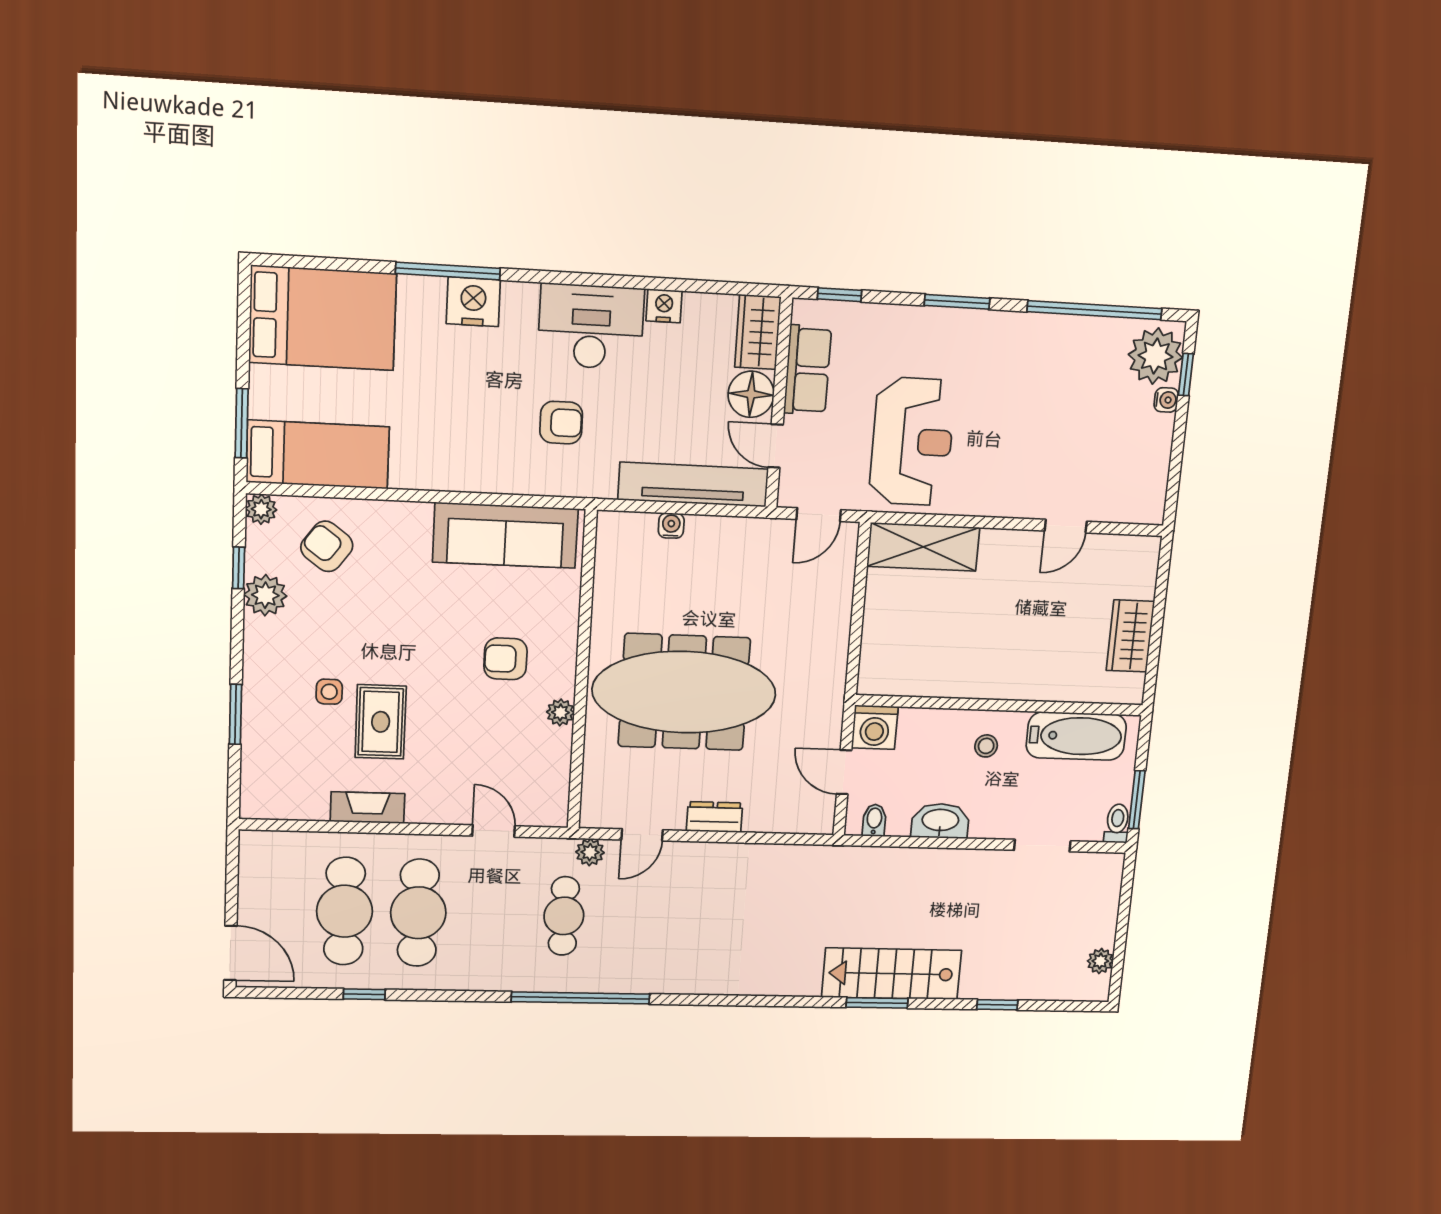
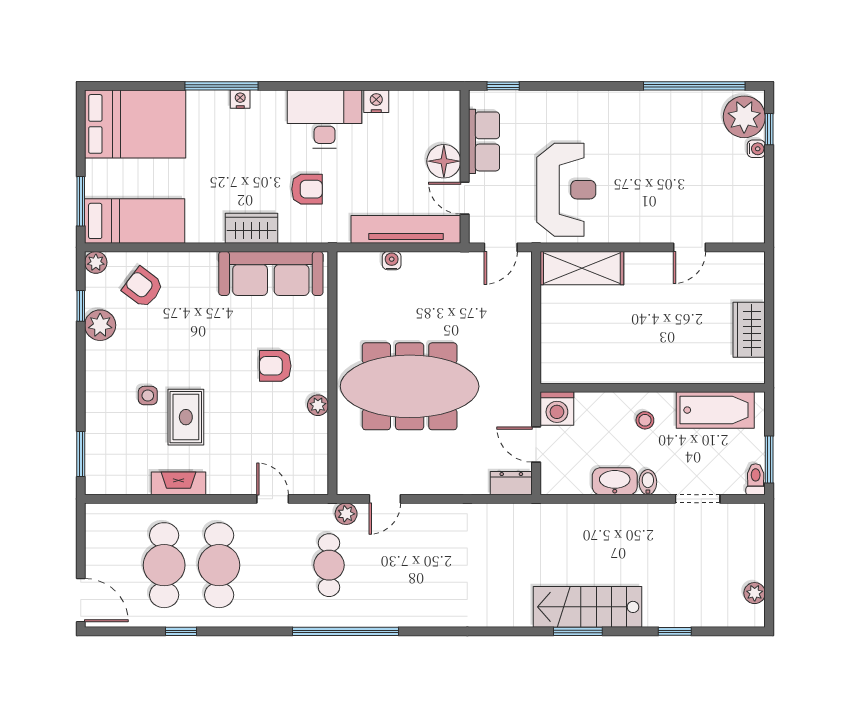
nightstand: (473, 302) -> (240, 99), width x0.53, depth x0.56
window: (957, 302) -> (590, 86), removed
wardrobe: (758, 332) -> (252, 228), moved, turned 90
window: (235, 714) -> (81, 454), moved
dresser: (714, 817) -> (511, 483), moved
bidet: (874, 820) -> (648, 482), moved

